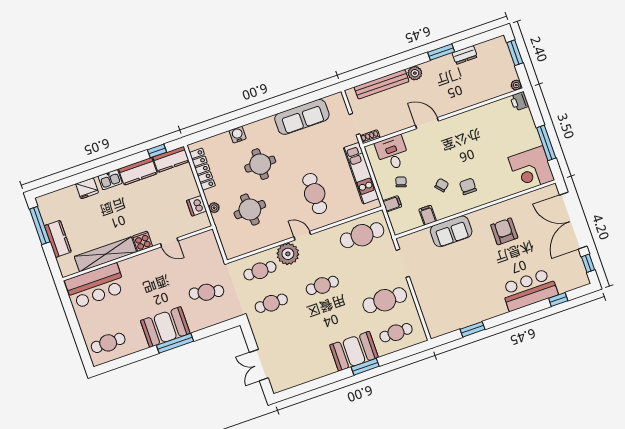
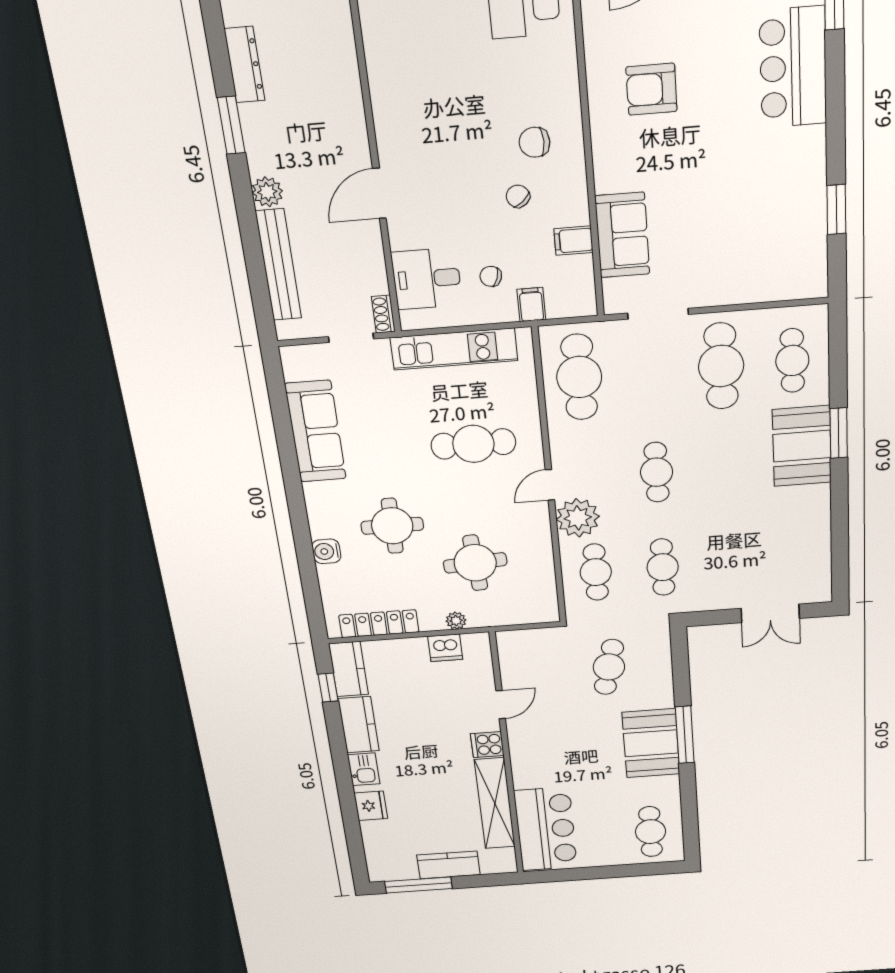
dresser: (465, 55) -> (245, 65), width x1.44
sofa: (451, 231) -> (622, 235), moved

